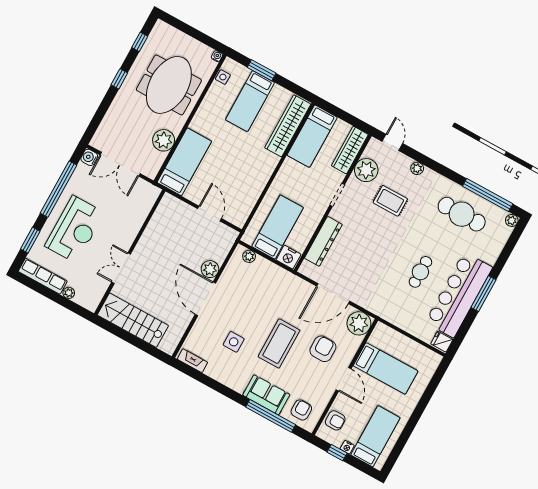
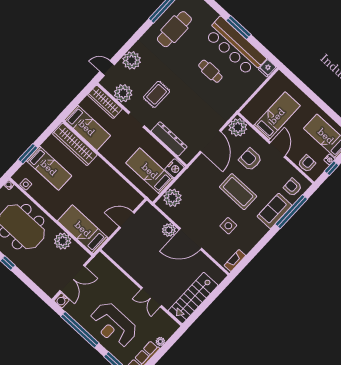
plant: (417, 168) -> (132, 60), width x1.88, depth x1.88
rug: (390, 201) -> (157, 94), moved
reception desk: (75, 229) -> (113, 325), turned 180
plant: (249, 256) -> (173, 198), width x1.87, depth x1.87
door: (344, 379) -> (277, 150), hinge flipped

